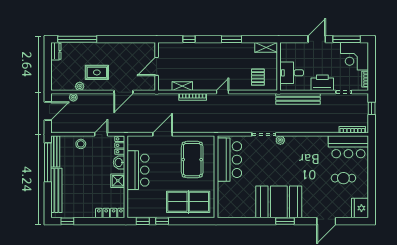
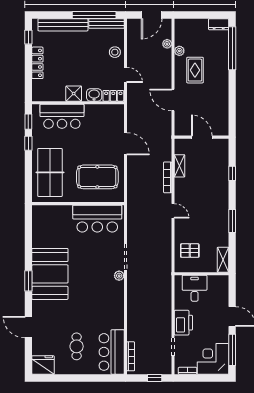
bench: (298, 99) -> (165, 295), removed
door: (48, 111) -> (152, 15), hinge flipped
bar counter: (138, 170) -> (62, 116), moved
locker: (110, 213) -> (37, 63), moved

